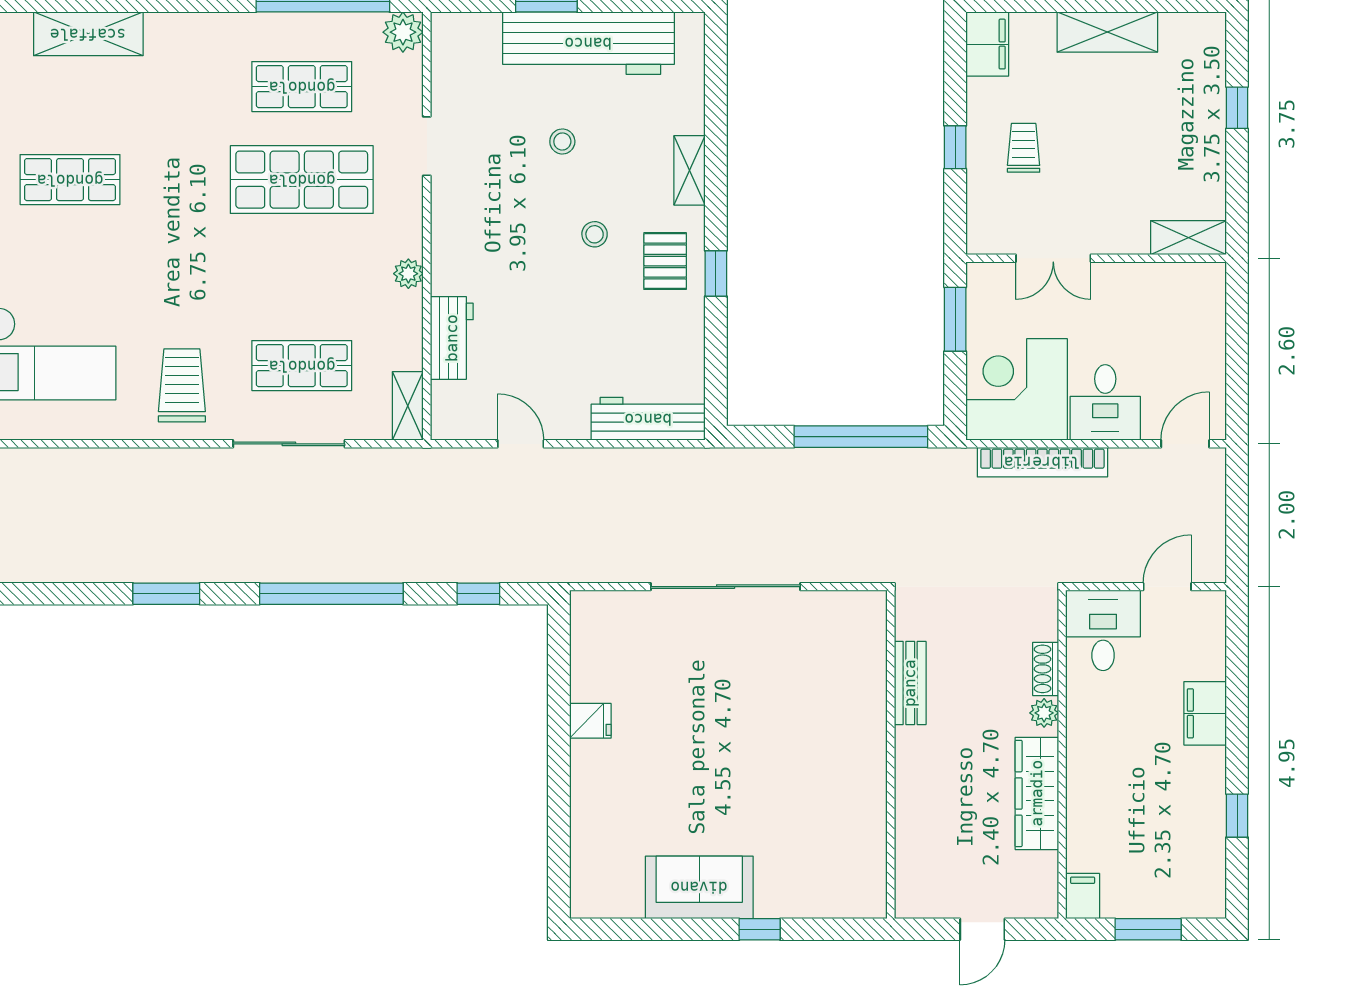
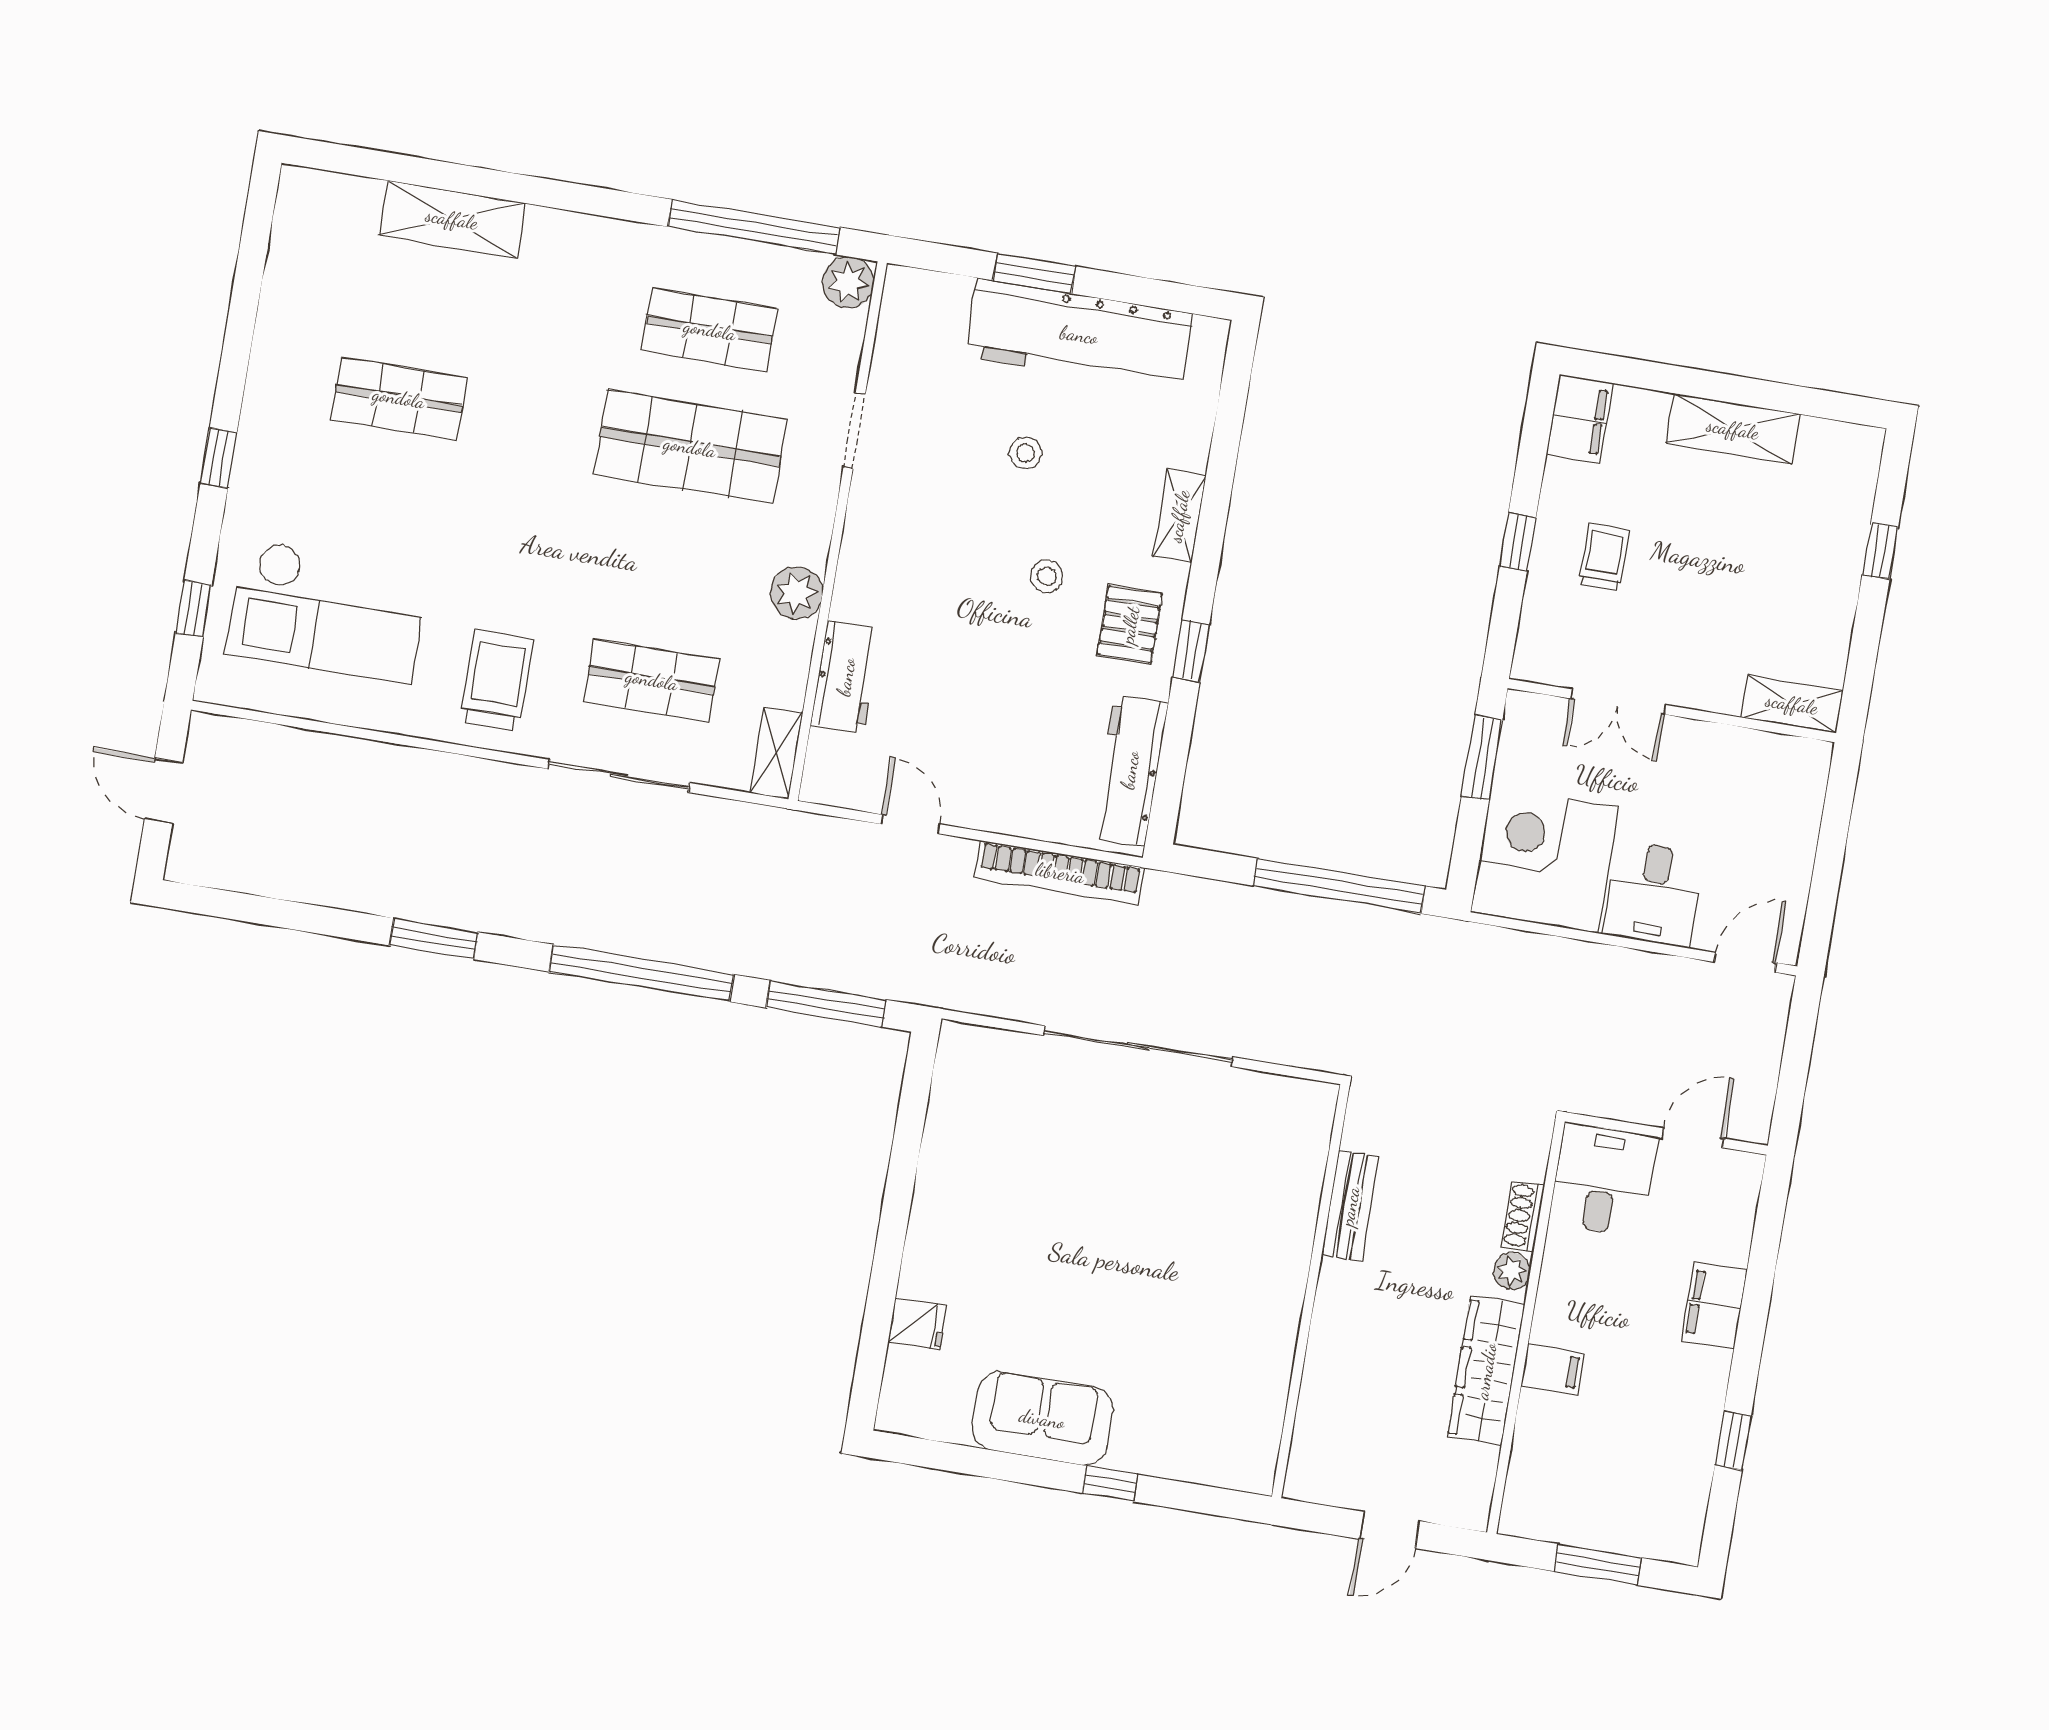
plant: (408, 274) -> (796, 593), width x1.38, depth x1.38
workbench: (648, 419) -> (1130, 770), moved, turned -90
bookcase: (1042, 462) -> (1060, 873), moved
window: (478, 594) -> (826, 1004), width x2.17
fridge: (590, 721) -> (917, 1324), moved
filing cabinet: (1083, 896) -> (1553, 1369), moved, turned 90

